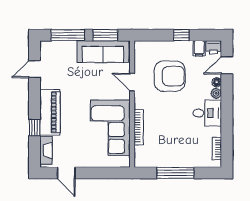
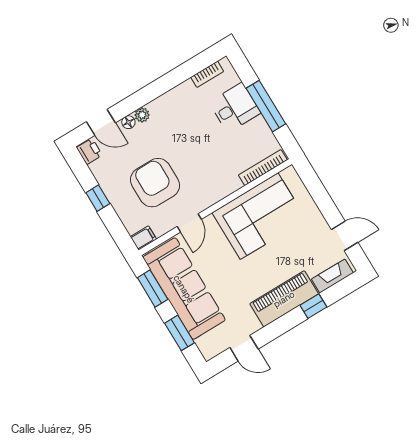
window: (68, 35) -> (180, 333), width x0.69
filing cabinet: (199, 48) -> (143, 238), moved
sofa: (103, 52) -> (184, 289), width x1.36, depth x1.27
desk: (207, 113) -> (235, 108), moved, turned 90
bookcase: (139, 127) -> (263, 168), moved
door: (66, 173) -> (345, 236), hinge flipped

